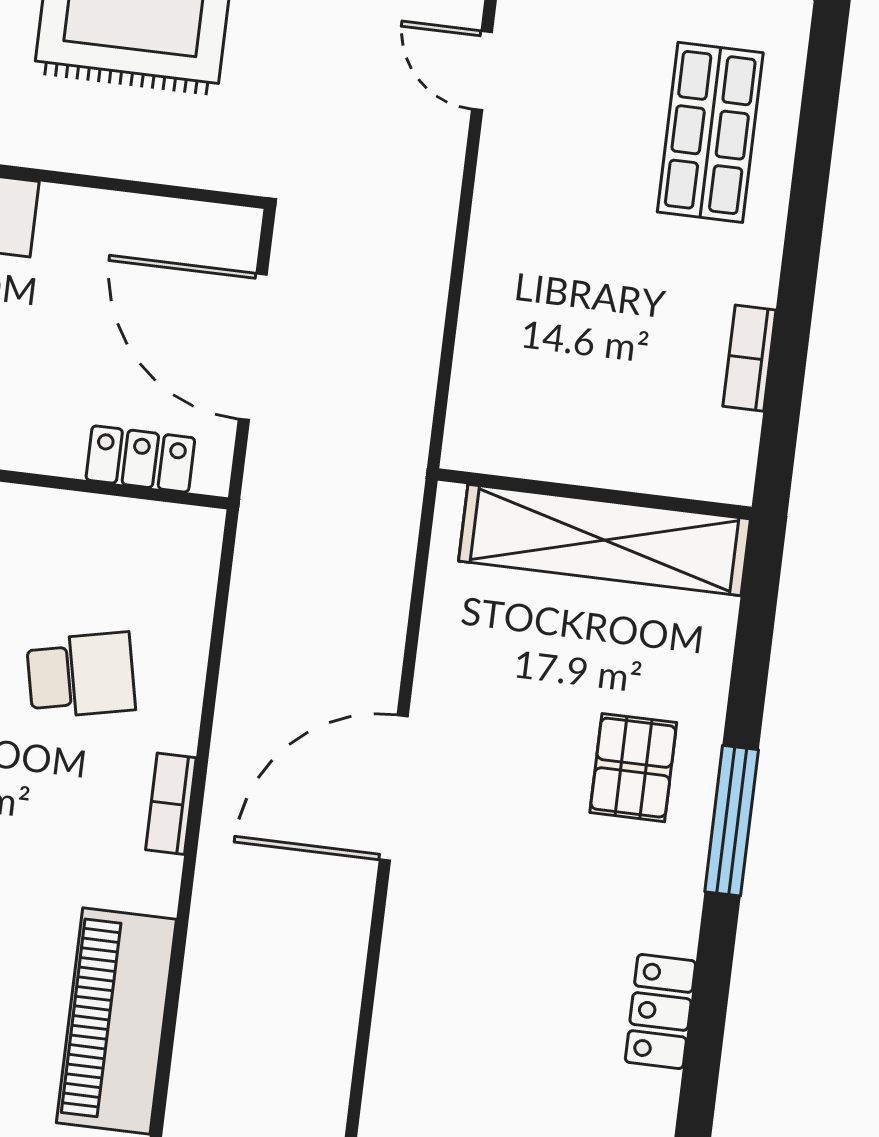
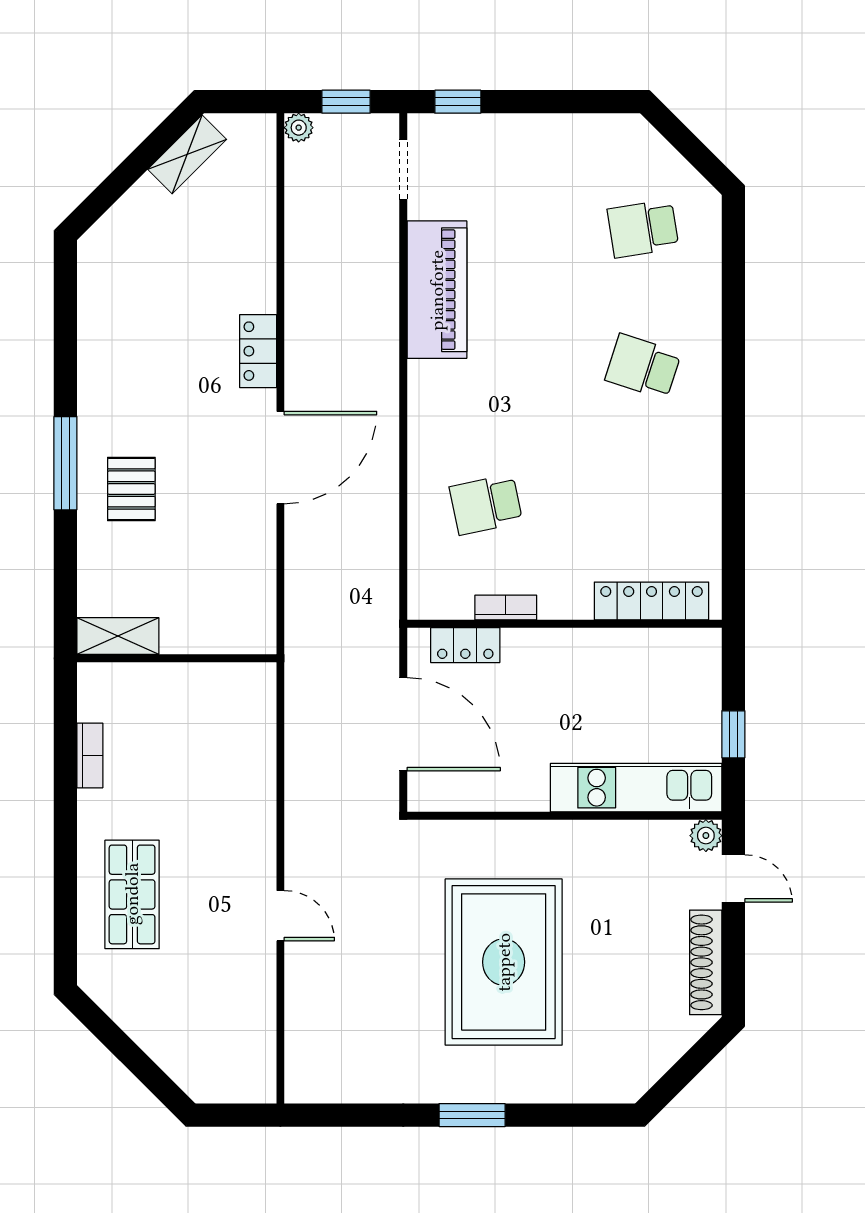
shelving: (604, 540) -> (118, 636), width x0.45, depth x0.75
bookcase: (171, 804) -> (506, 608), moved, turned -90
locker: (660, 1012) -> (258, 351), moved, turned 180

